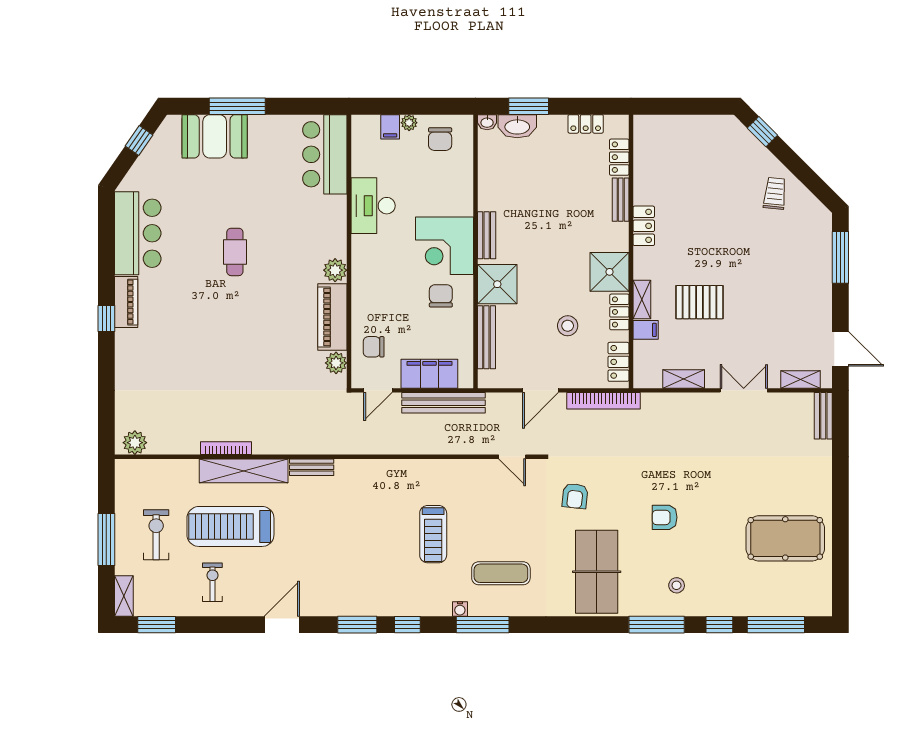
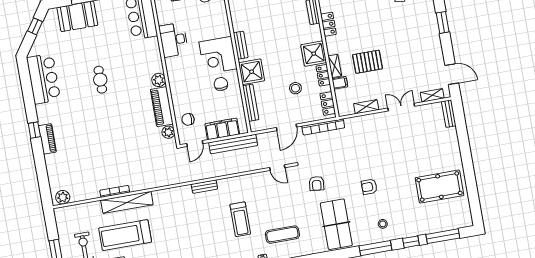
window: (840, 257) -> (443, 22), width x0.69
piano: (126, 302) -> (47, 139), moved
bench: (312, 467) -> (204, 187), moved

